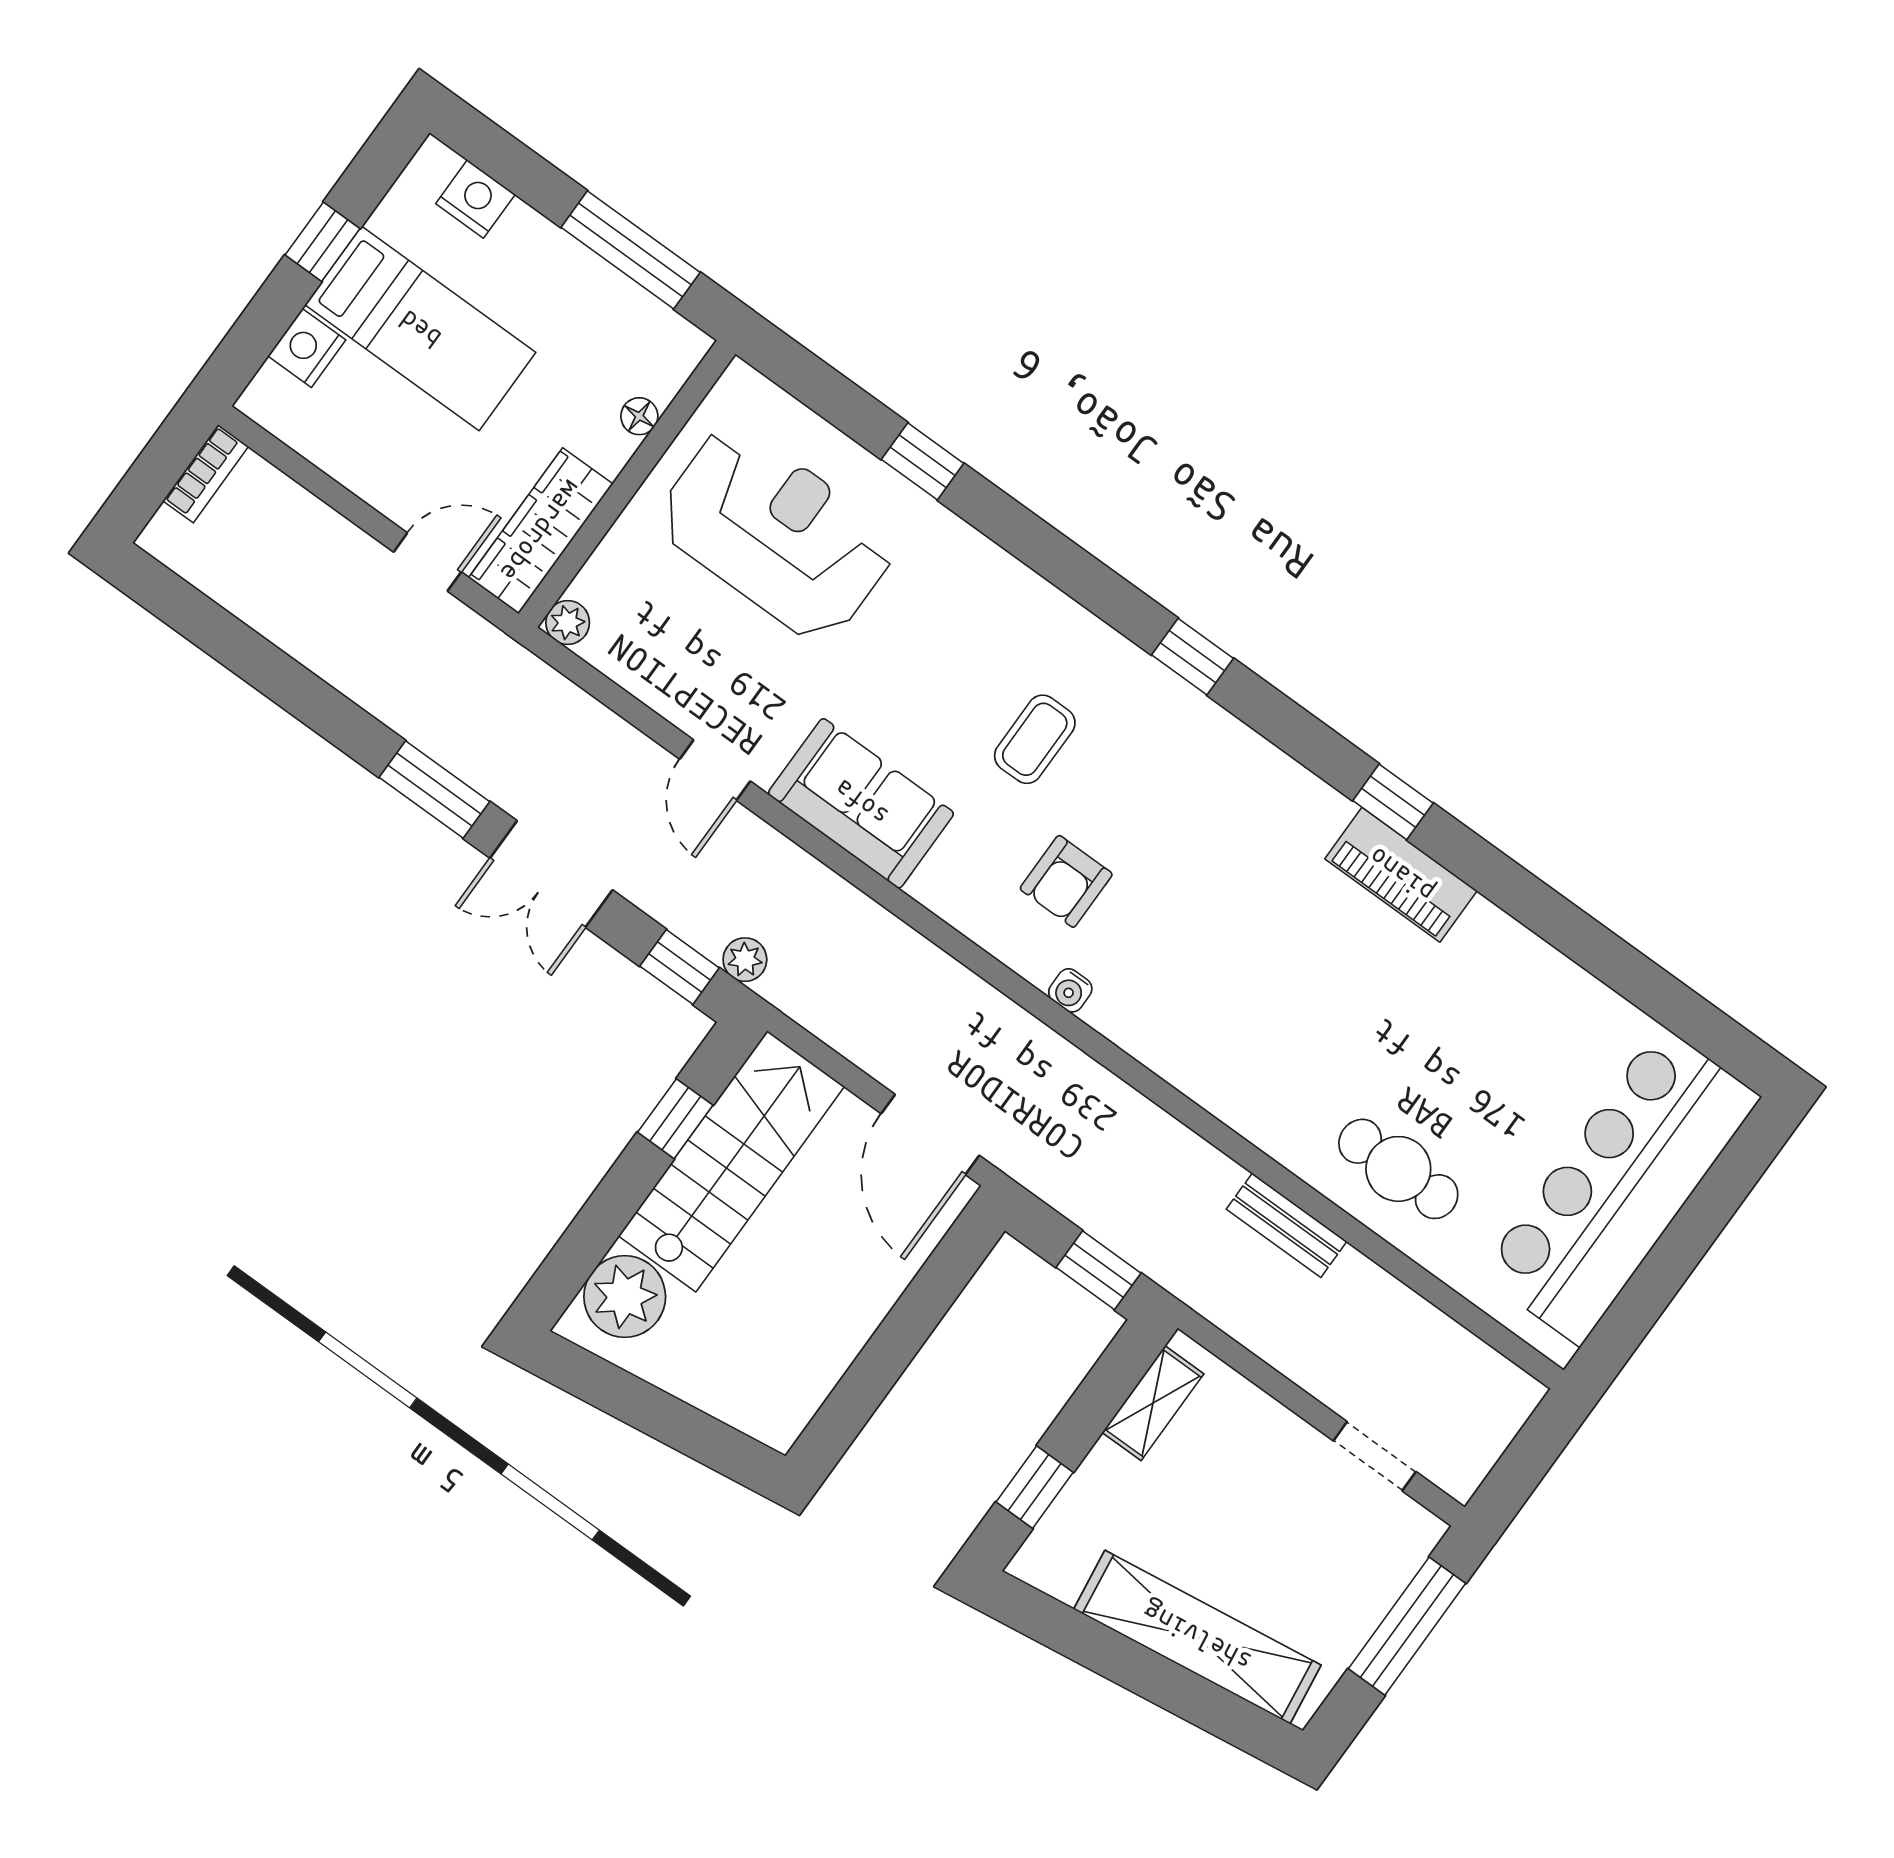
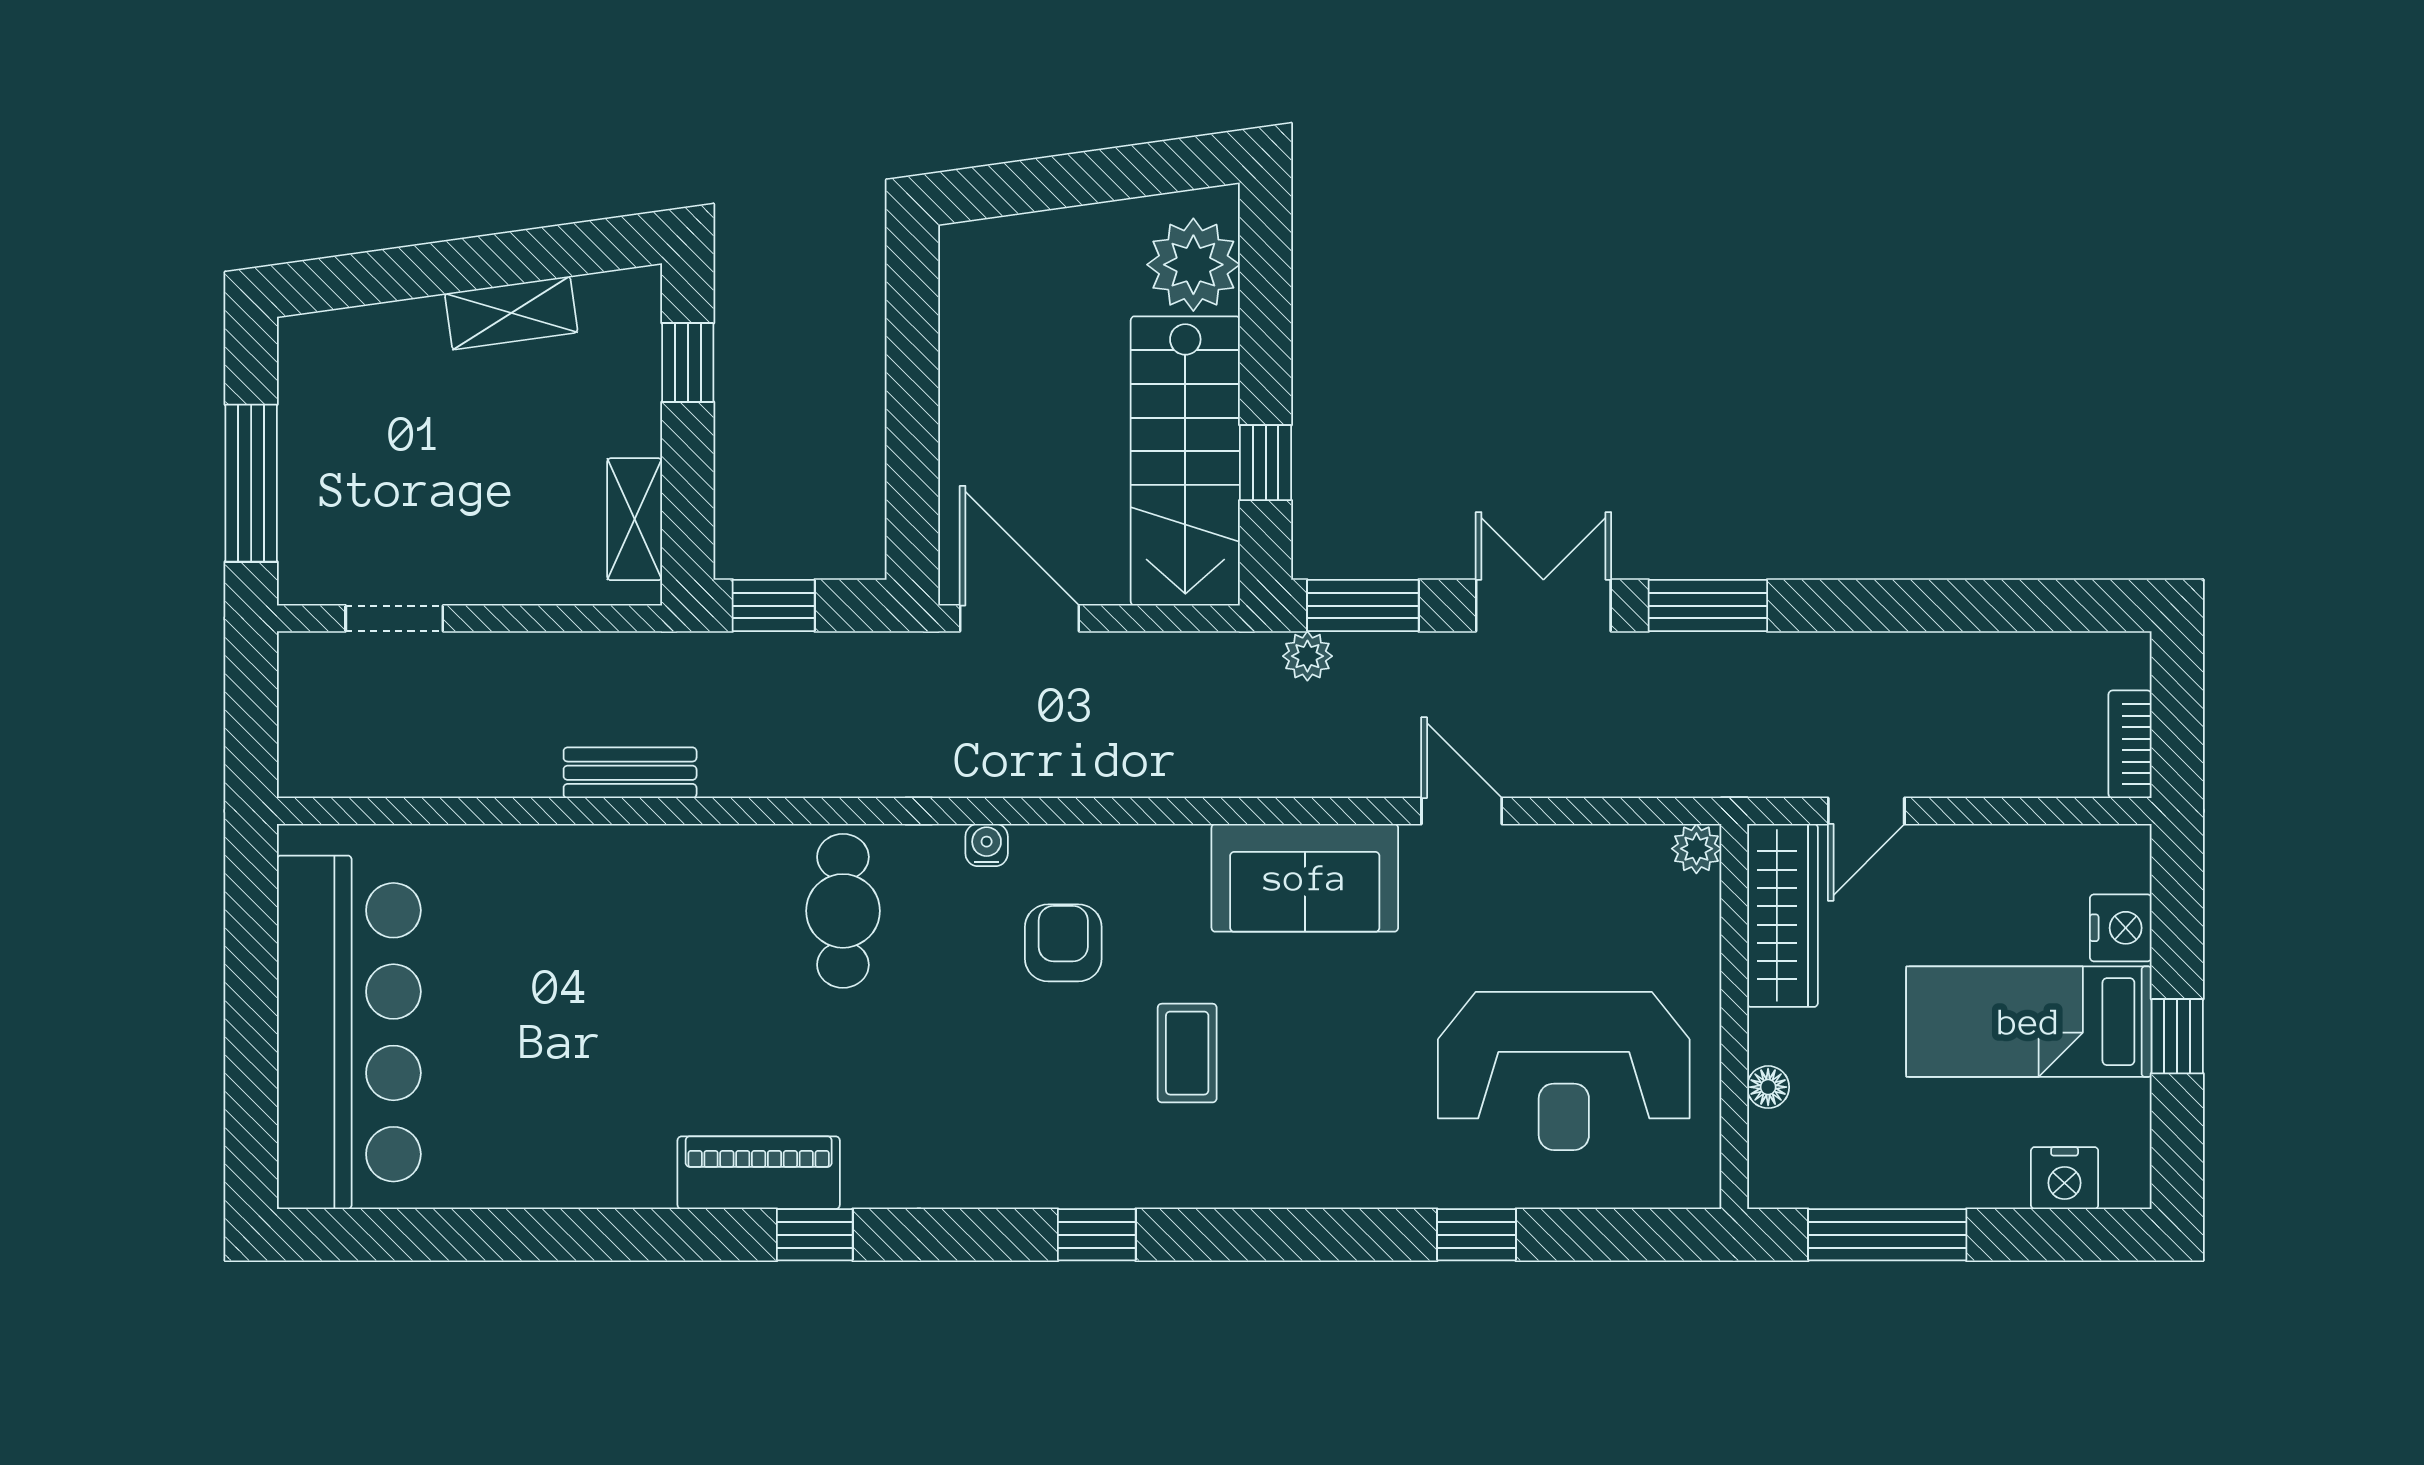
window: (680, 967) -> (1363, 606), width x1.50
cafe table: (1398, 1169) -> (843, 911), moved, turned 90
shelving: (1197, 1637) -> (511, 313), width x0.45, depth x0.75

